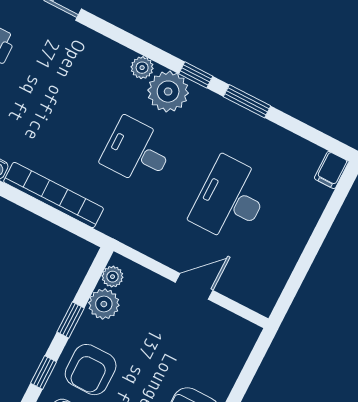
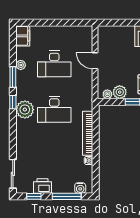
plant: (142, 68) -> (21, 65), moved
desk: (137, 152) -> (54, 109), width x1.37
filing cabinet: (331, 170) -> (23, 36), width x2.00

